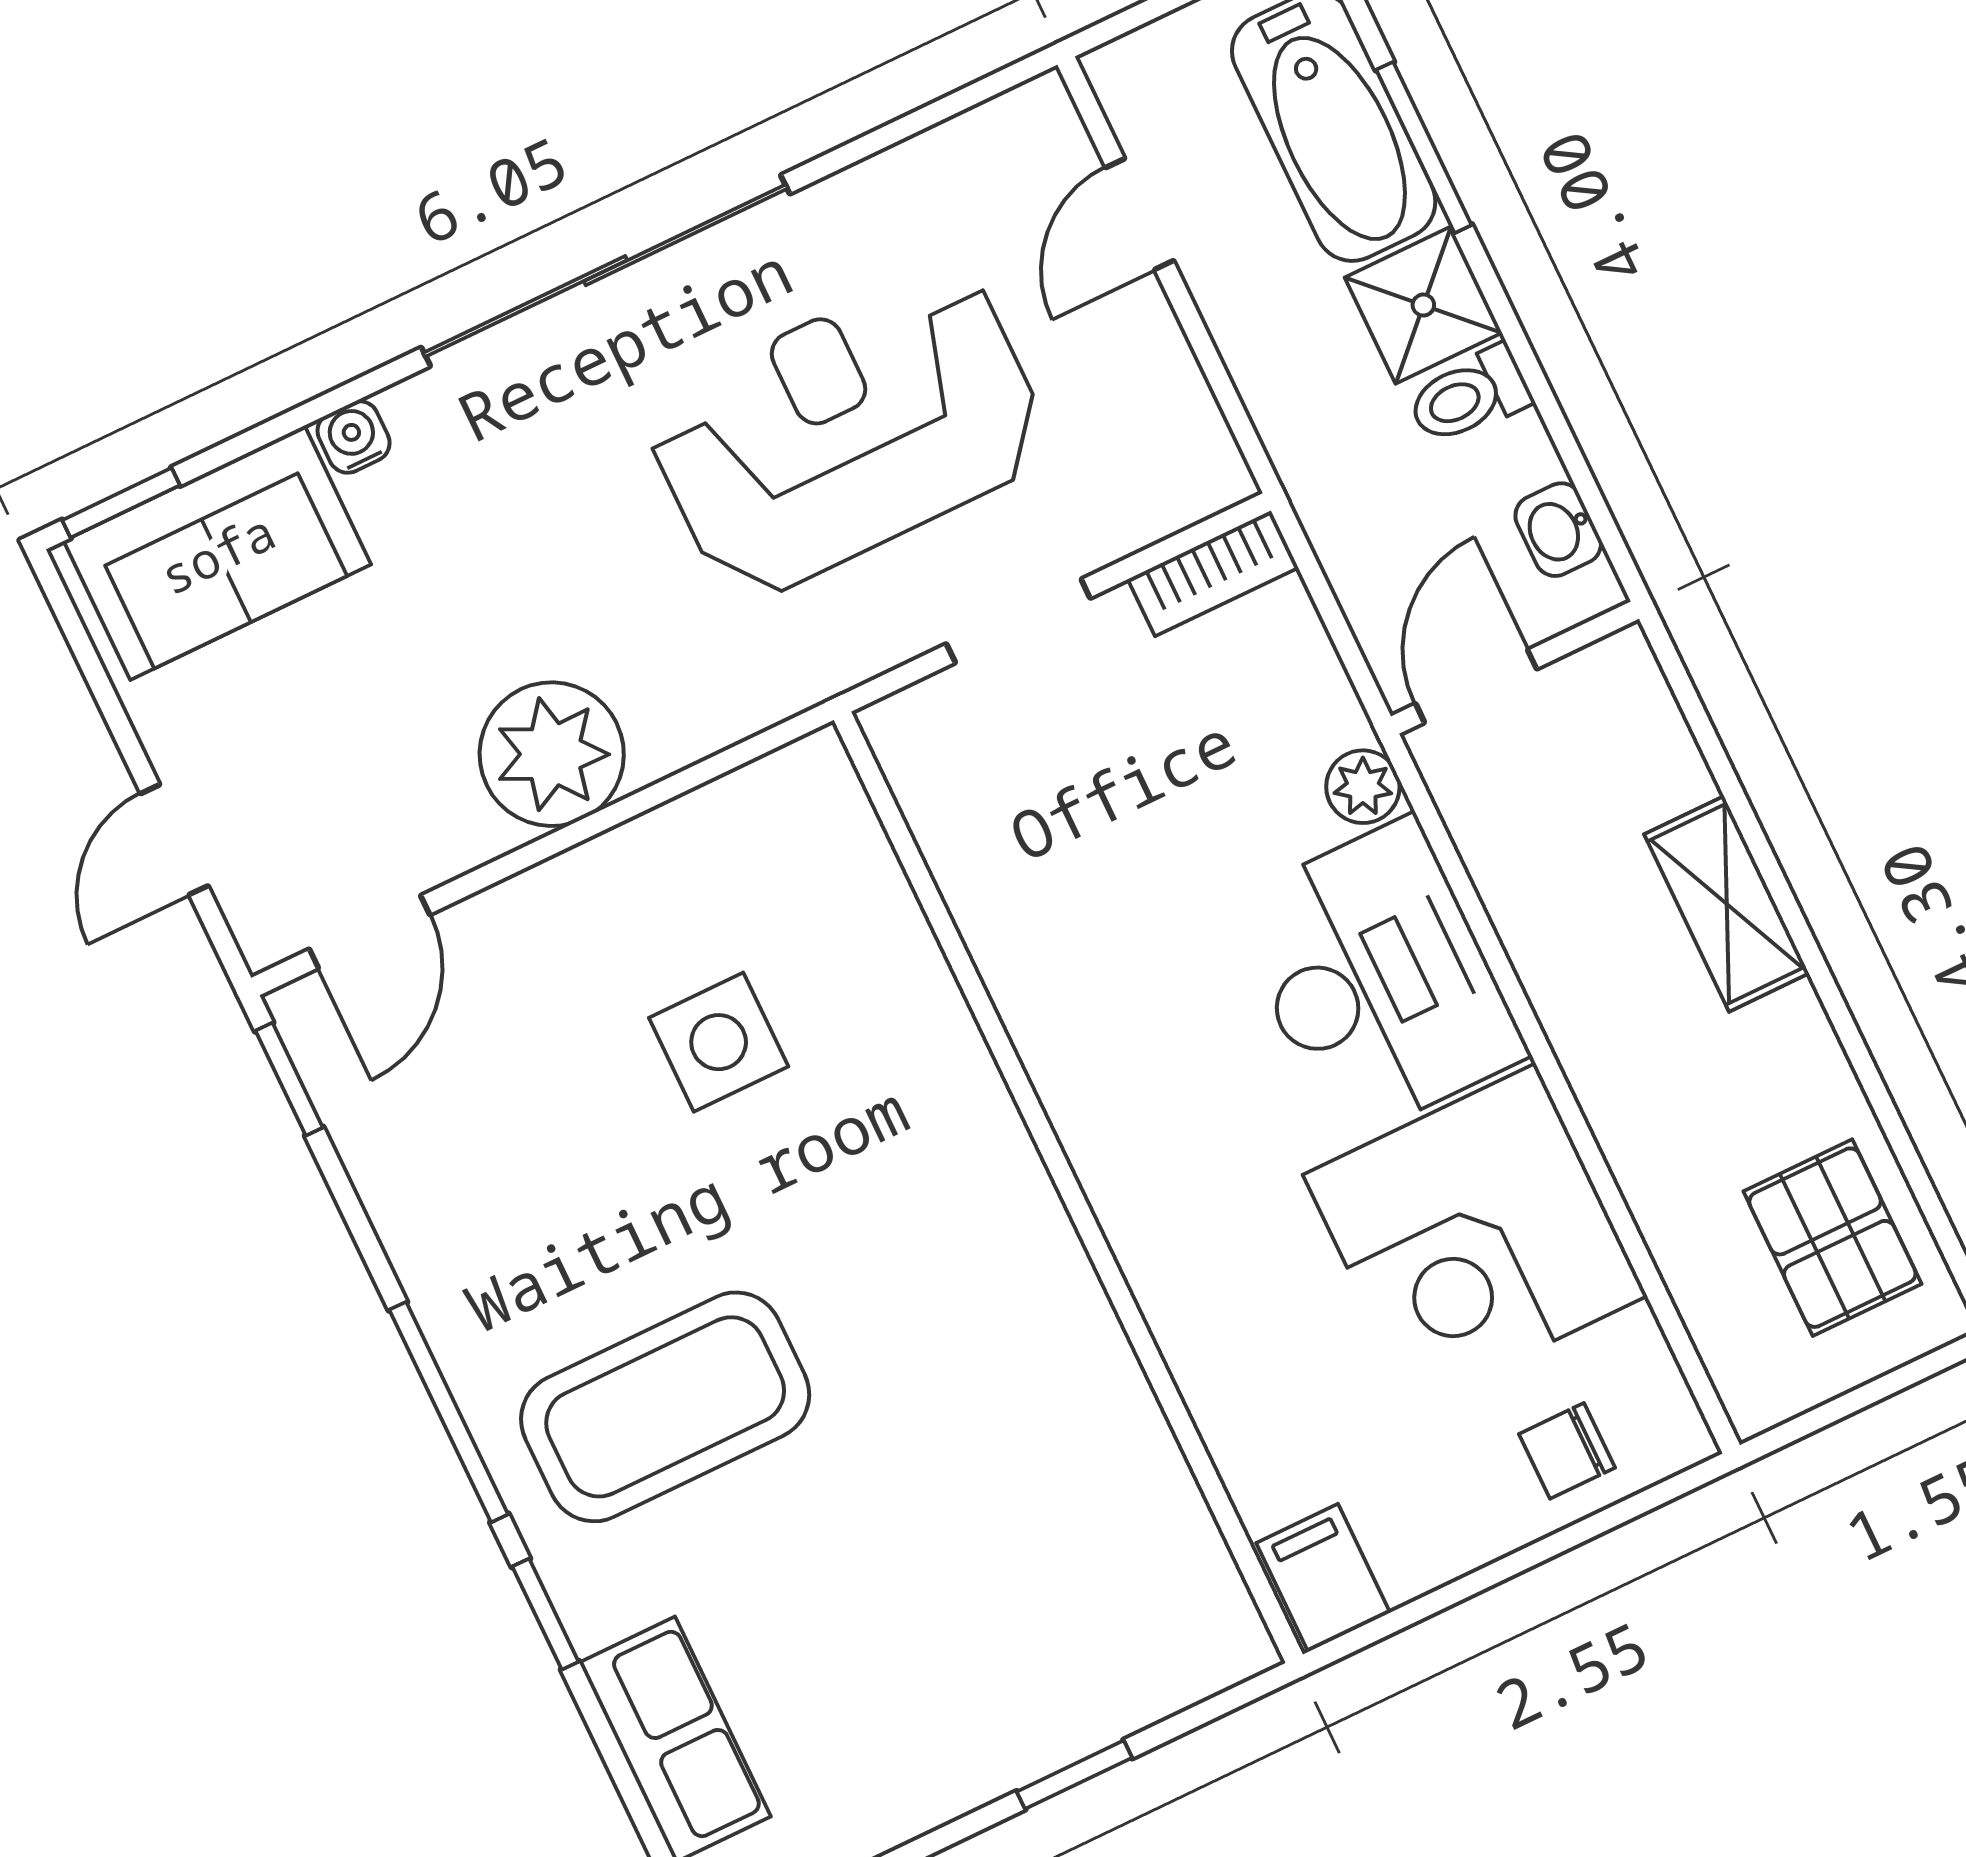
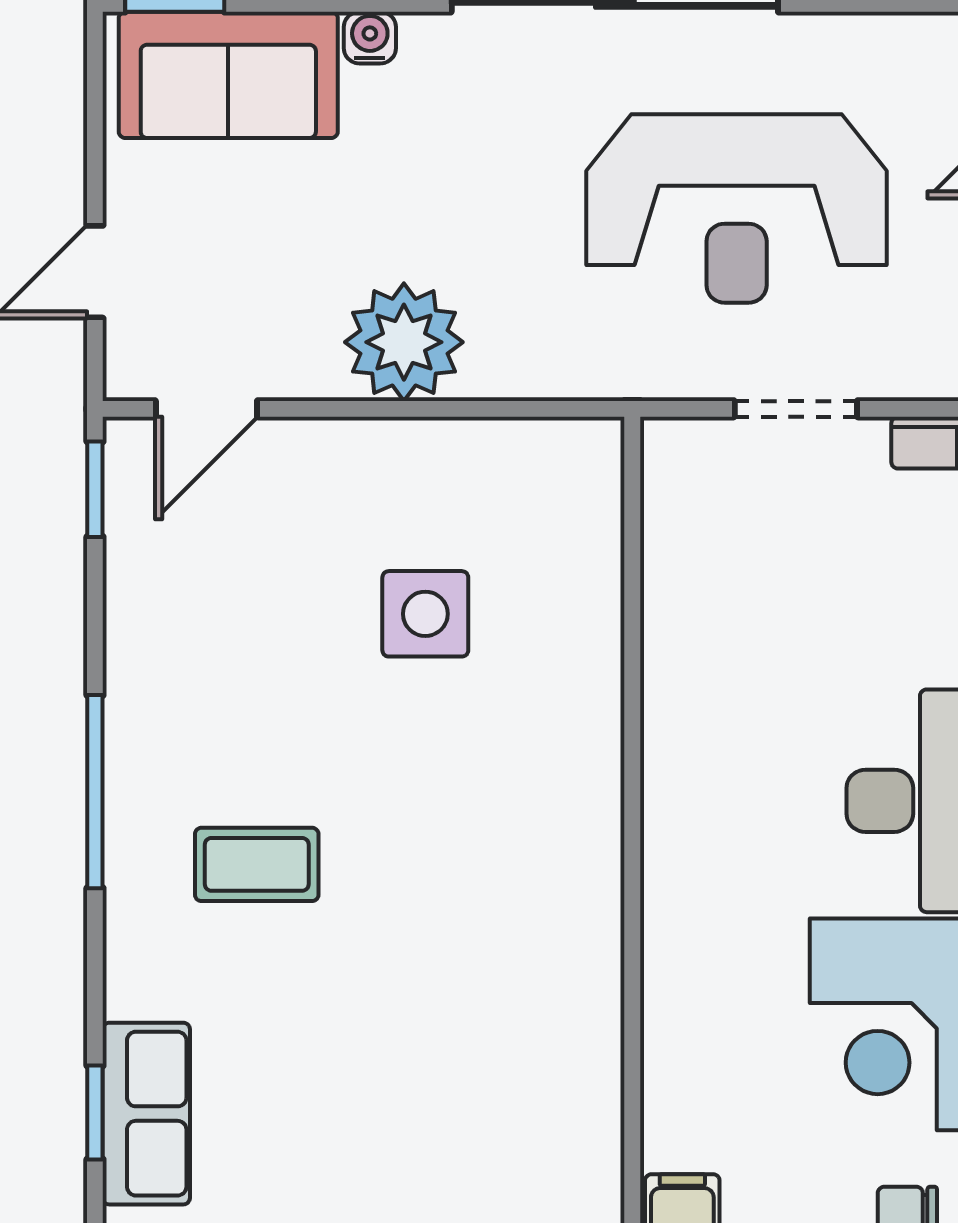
reception desk: (847, 432) -> (737, 208), turned 180
coffee table: (665, 1407) -> (257, 864), width x0.54, depth x0.58
window: (545, 1614) -> (95, 1113), moved

